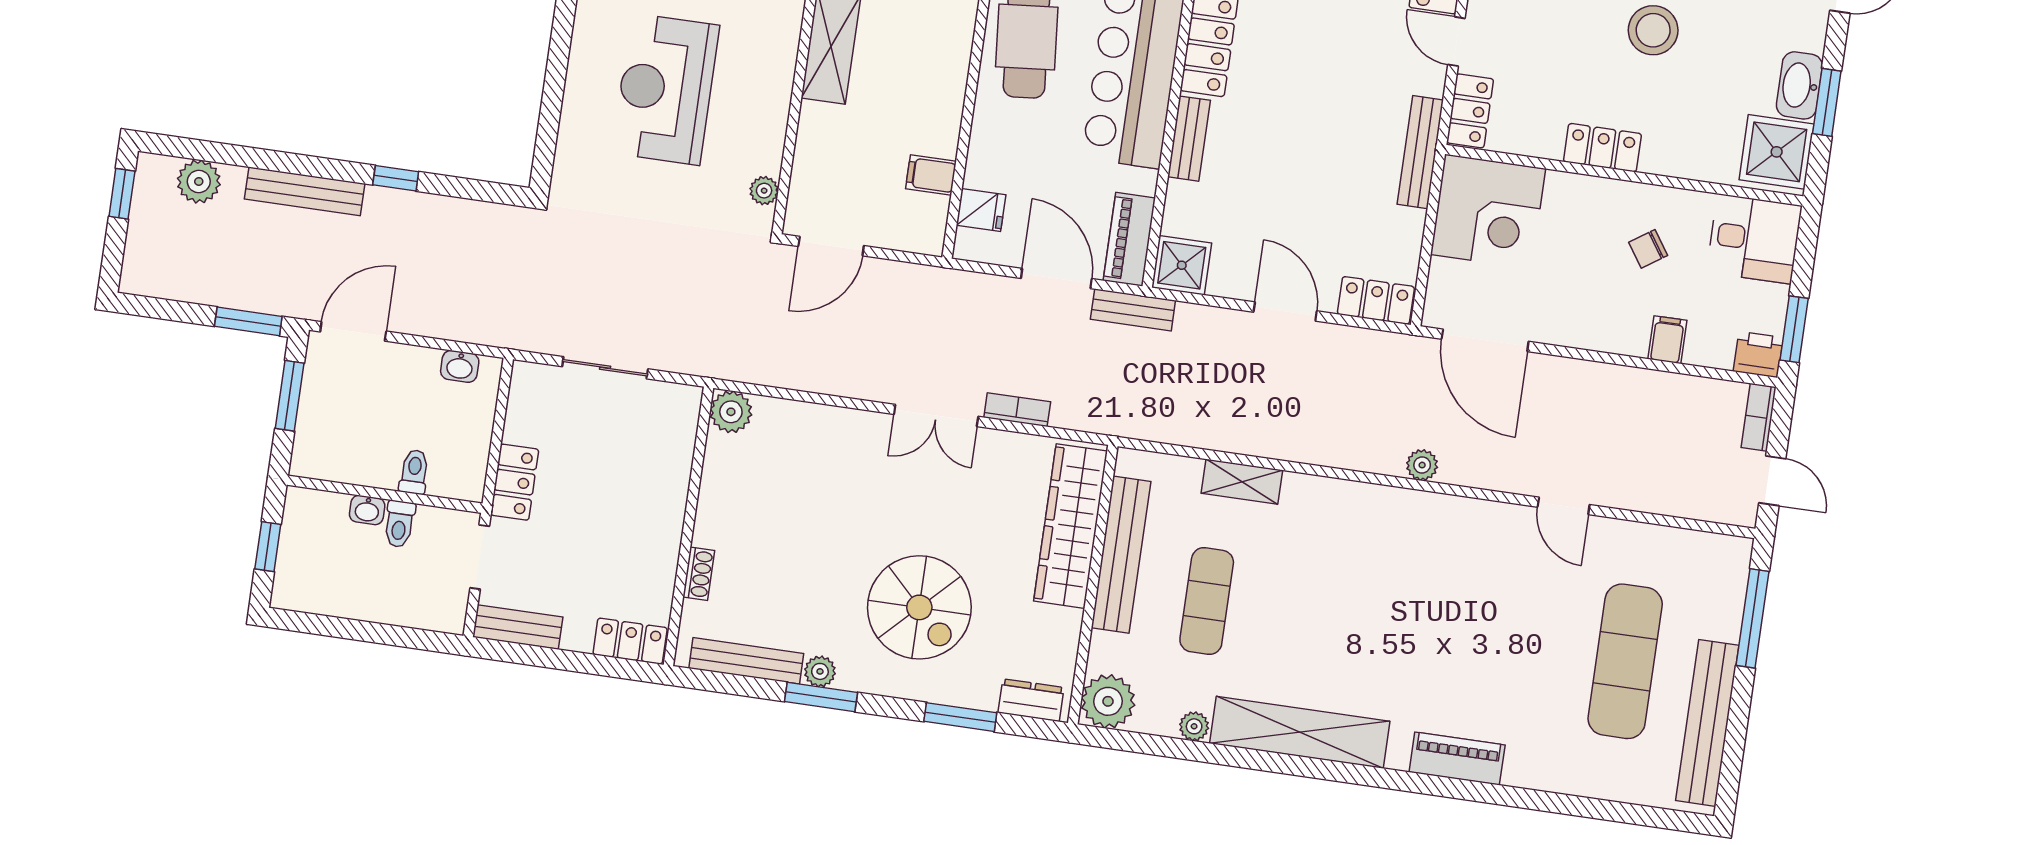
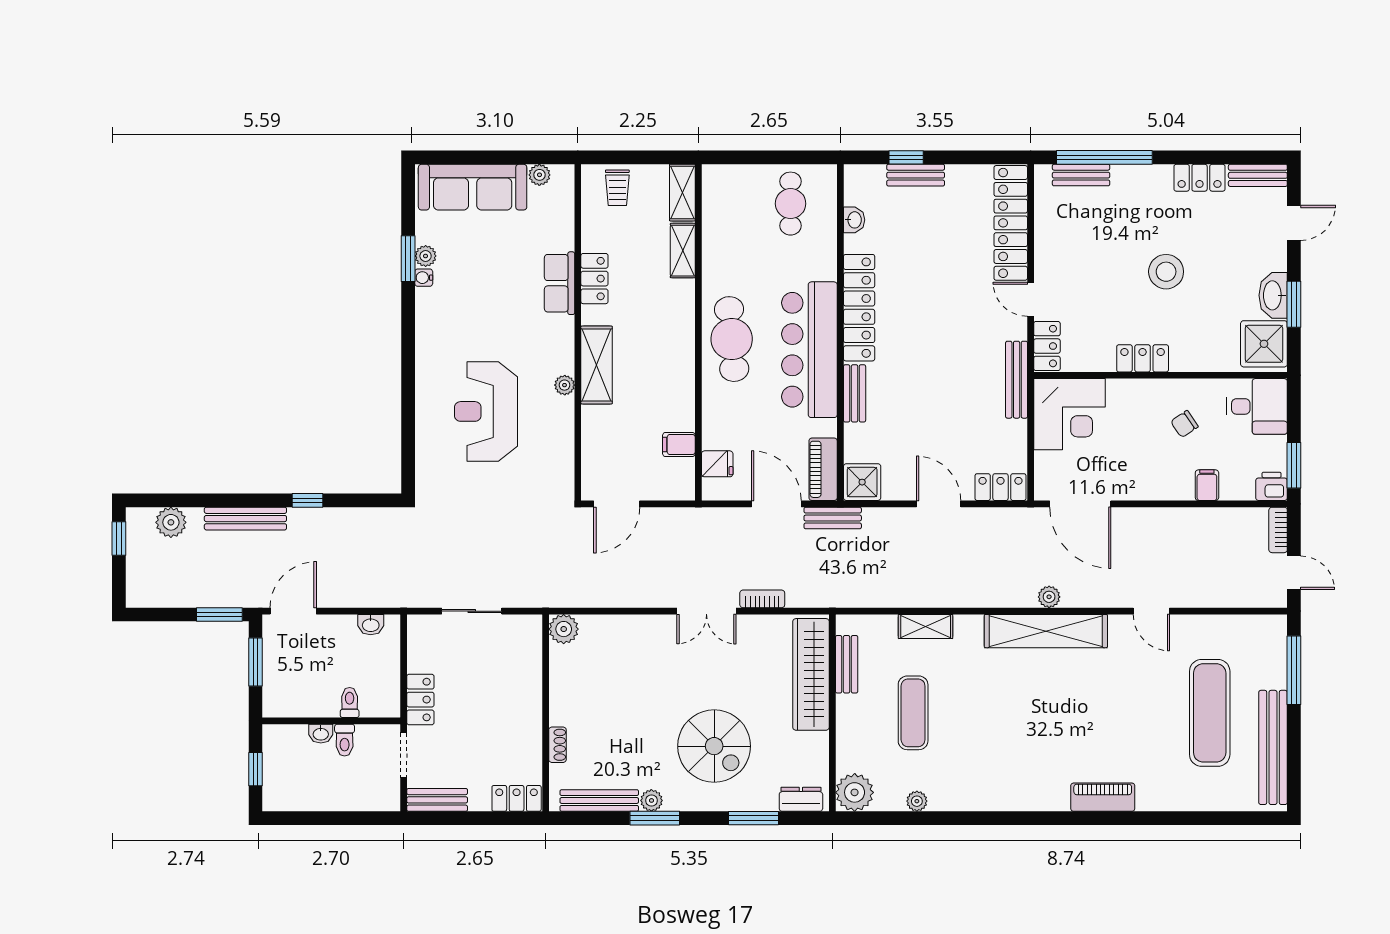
plant: (764, 191) -> (565, 385), moved
bench: (1121, 555) -> (847, 664), width x0.54, depth x0.82
shelving: (1300, 732) -> (1046, 631), moved

